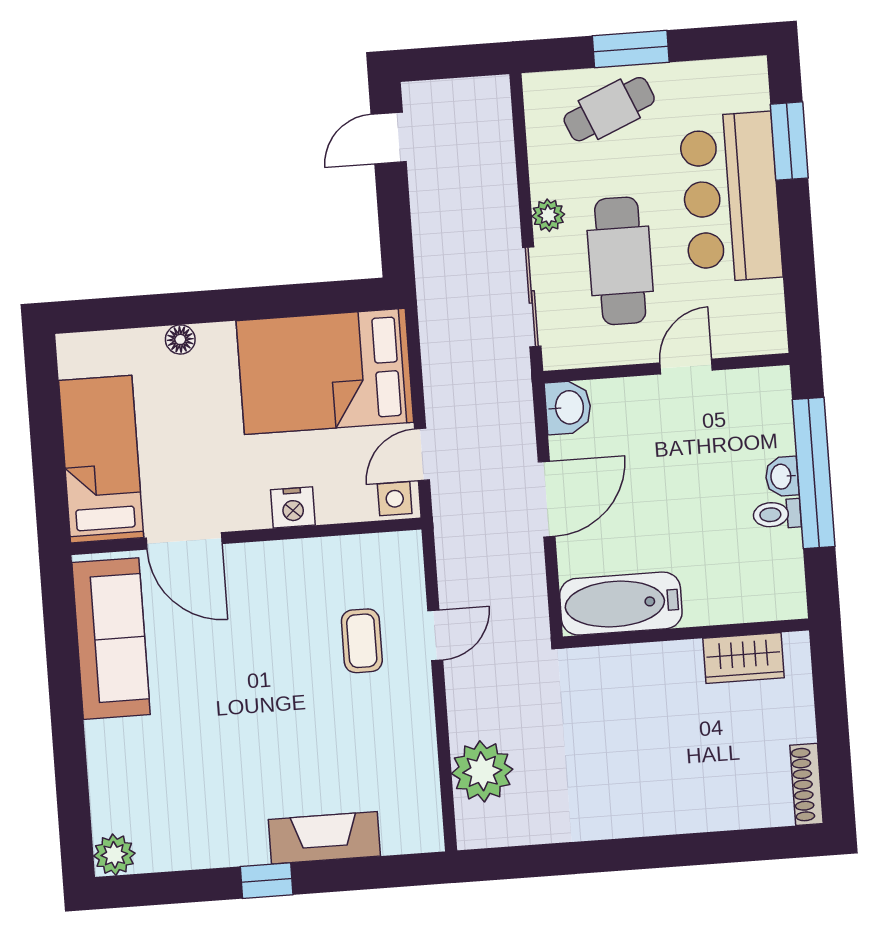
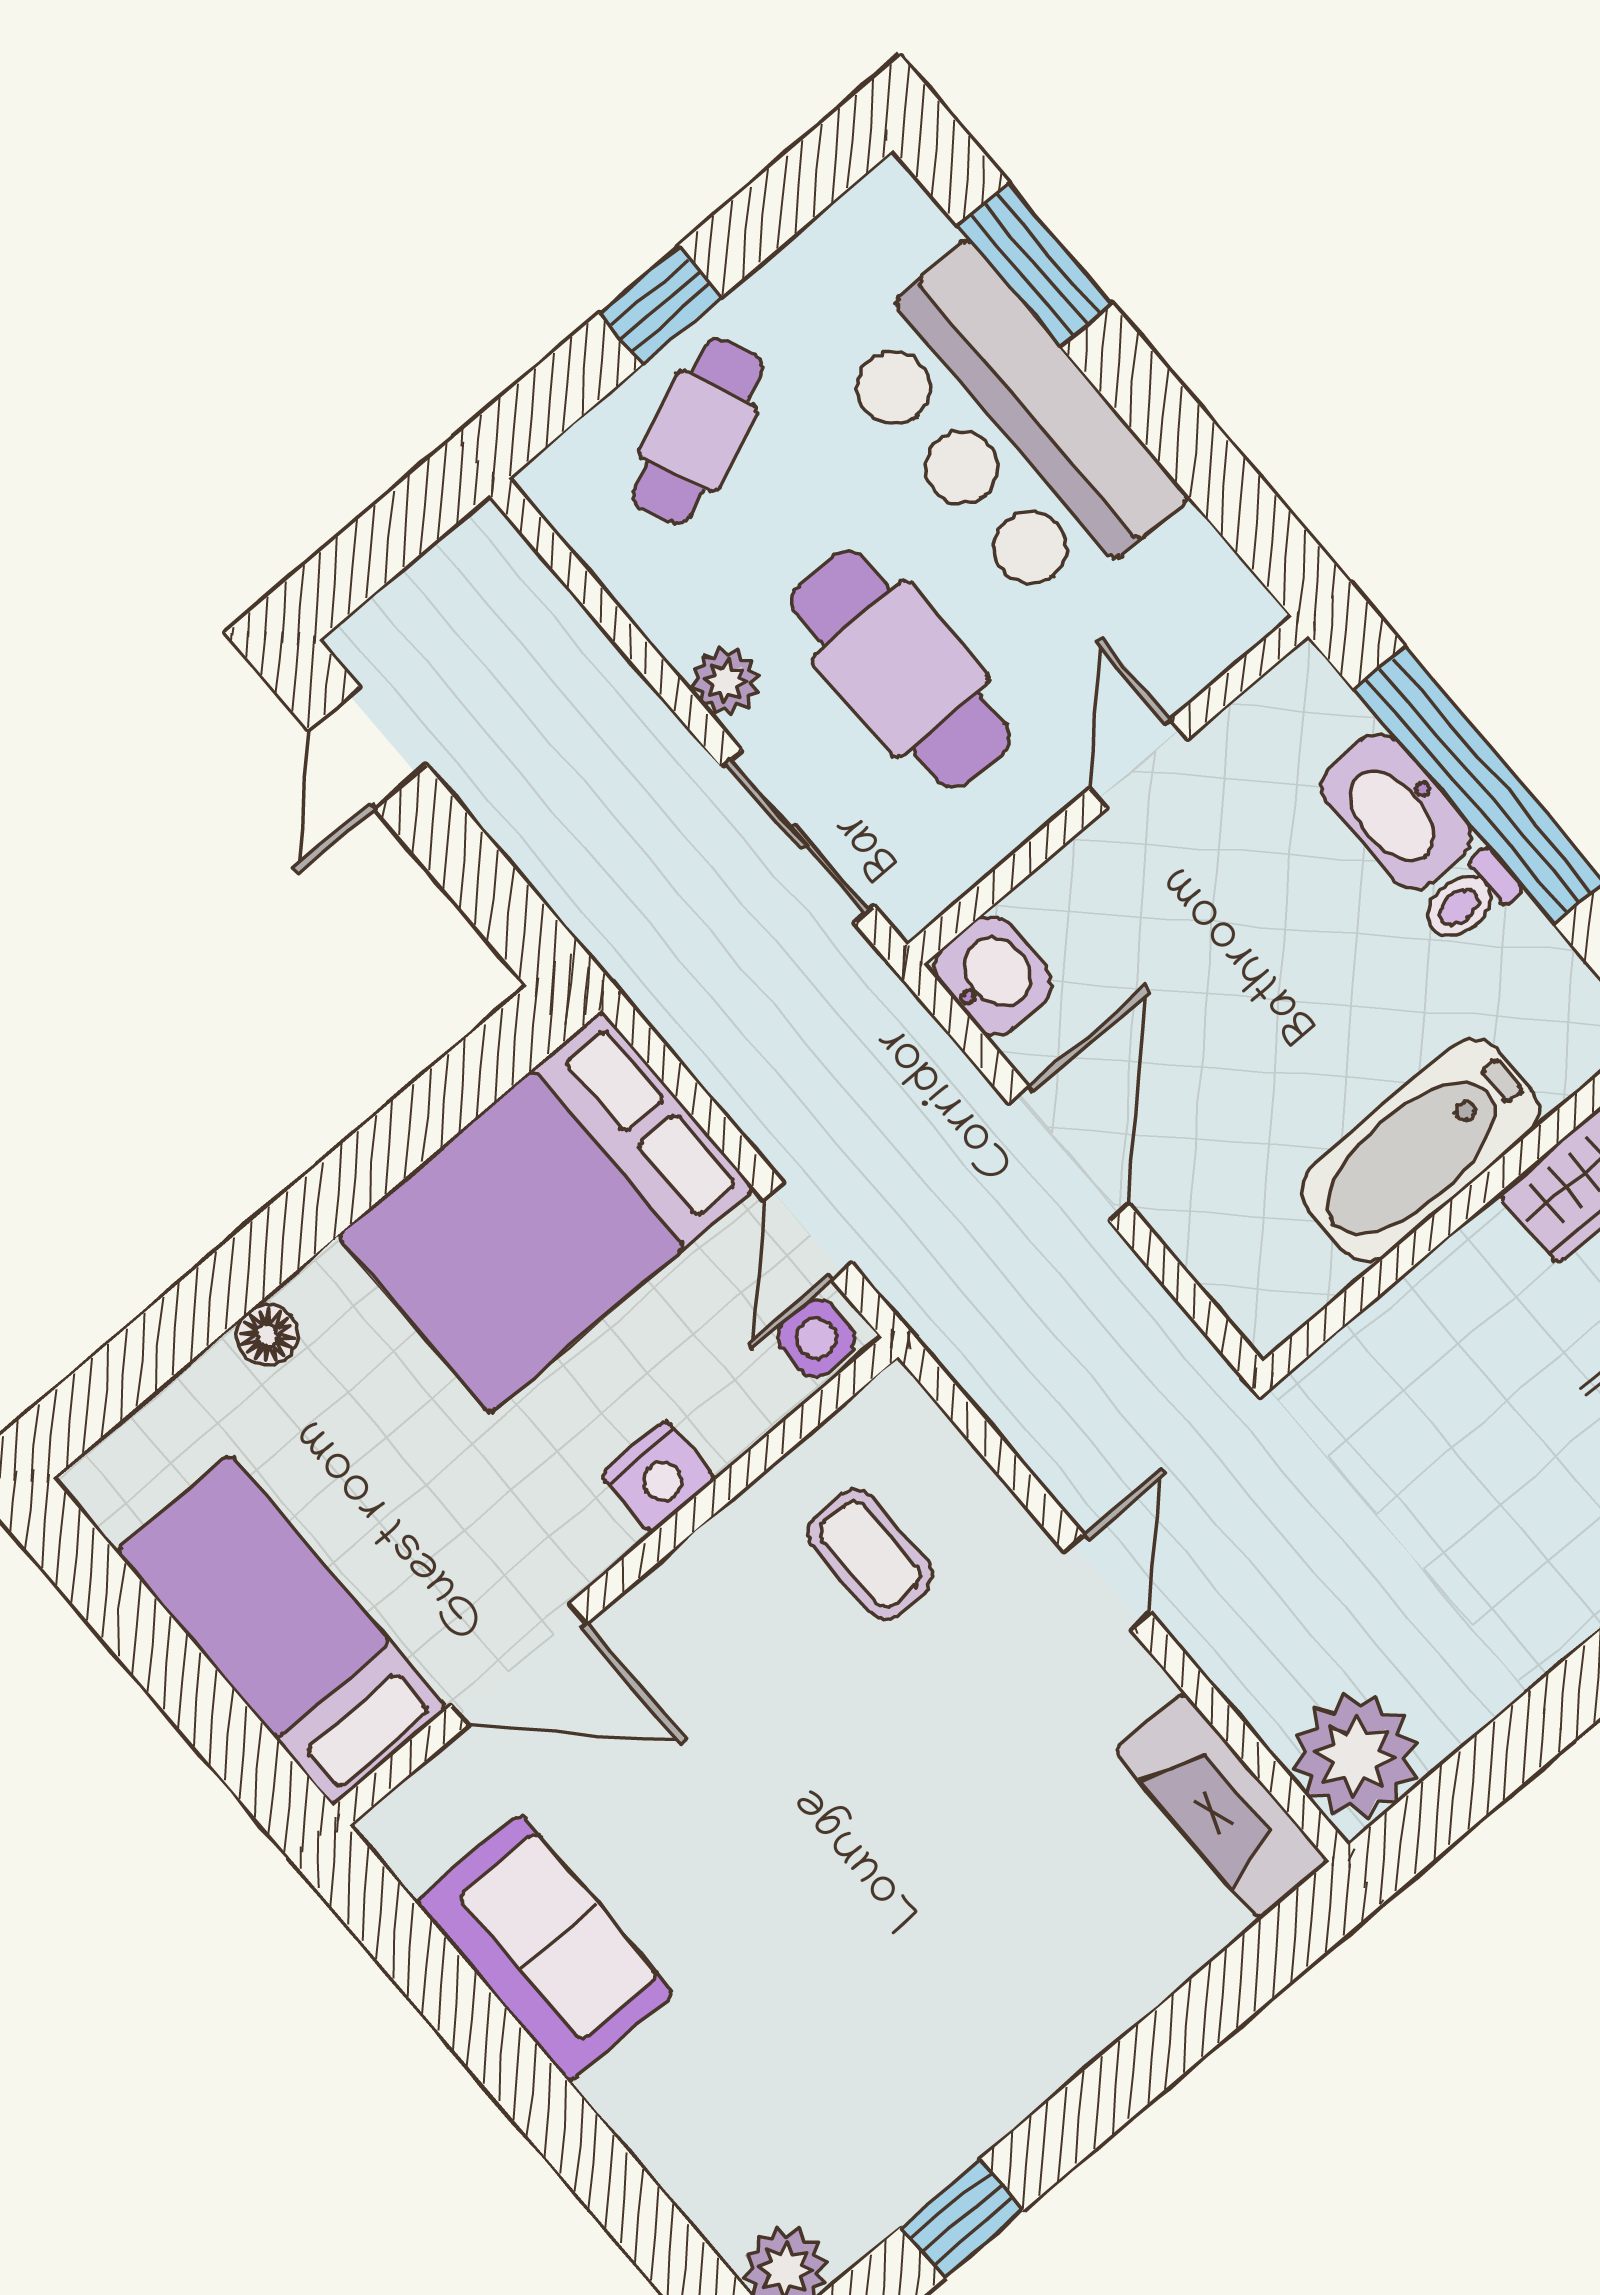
window: (631, 49) -> (660, 305), width x0.67
washbasin: (782, 477) -> (1397, 811), width x1.91, depth x1.45
bathtub: (621, 604) -> (1420, 1150), moved
door: (435, 635) -> (1107, 1582), moved
sofa: (111, 639) -> (545, 1948), width x0.73
coffee table: (362, 641) -> (870, 1554), moved
plant: (482, 771) -> (1355, 1756), moved
fireplace: (324, 838) -> (1221, 1806), moved, turned -90
window: (267, 881) -> (962, 2219), moved

